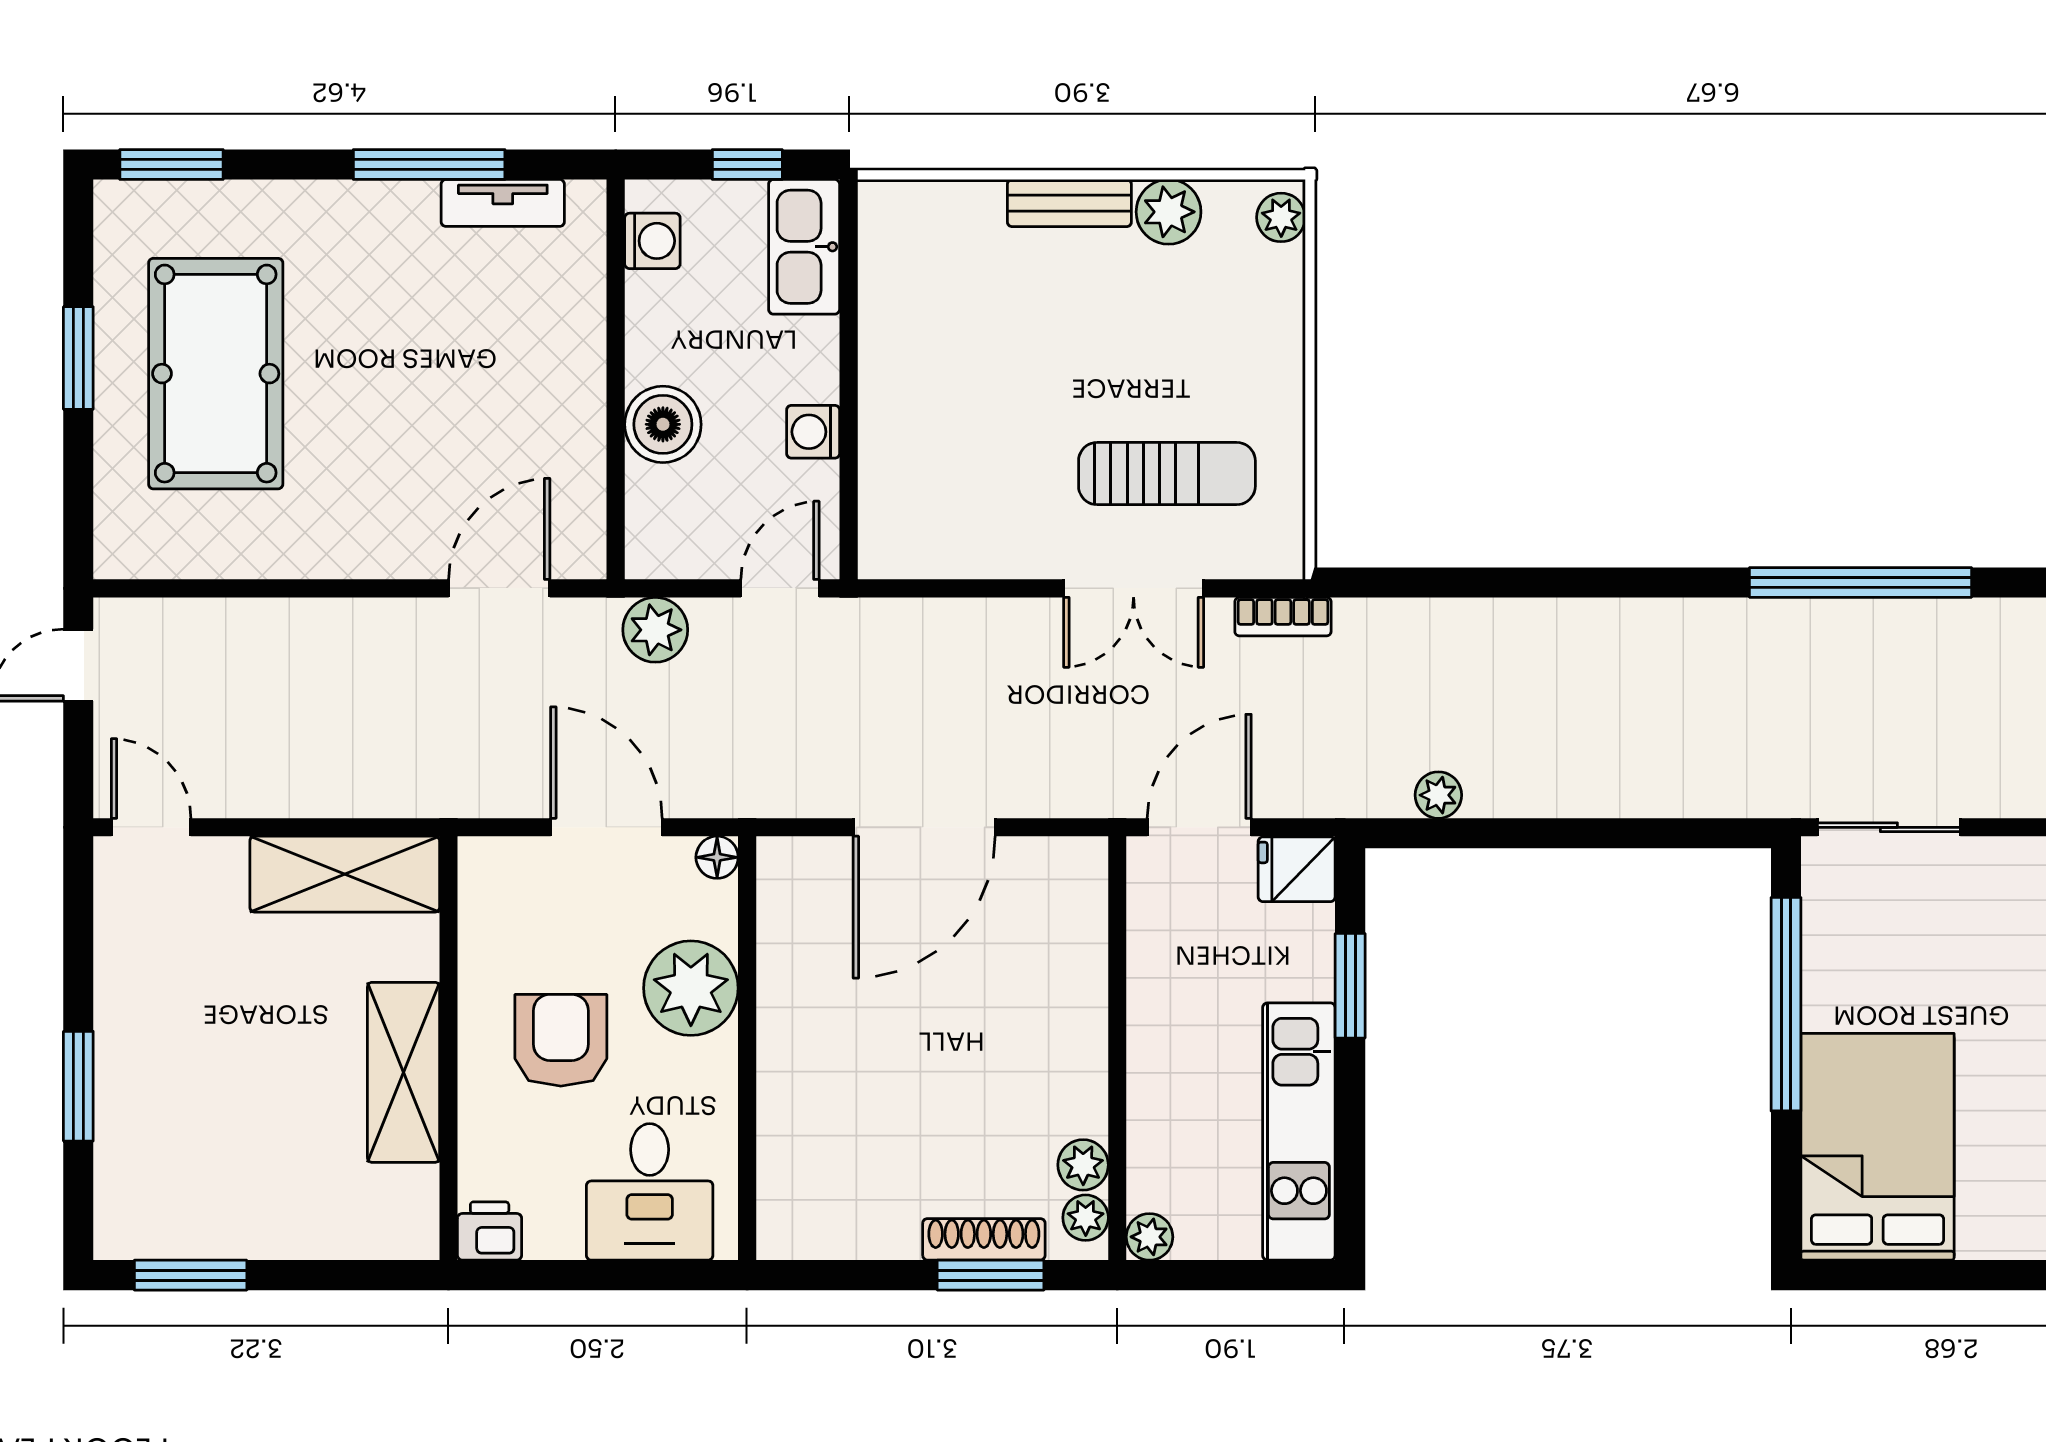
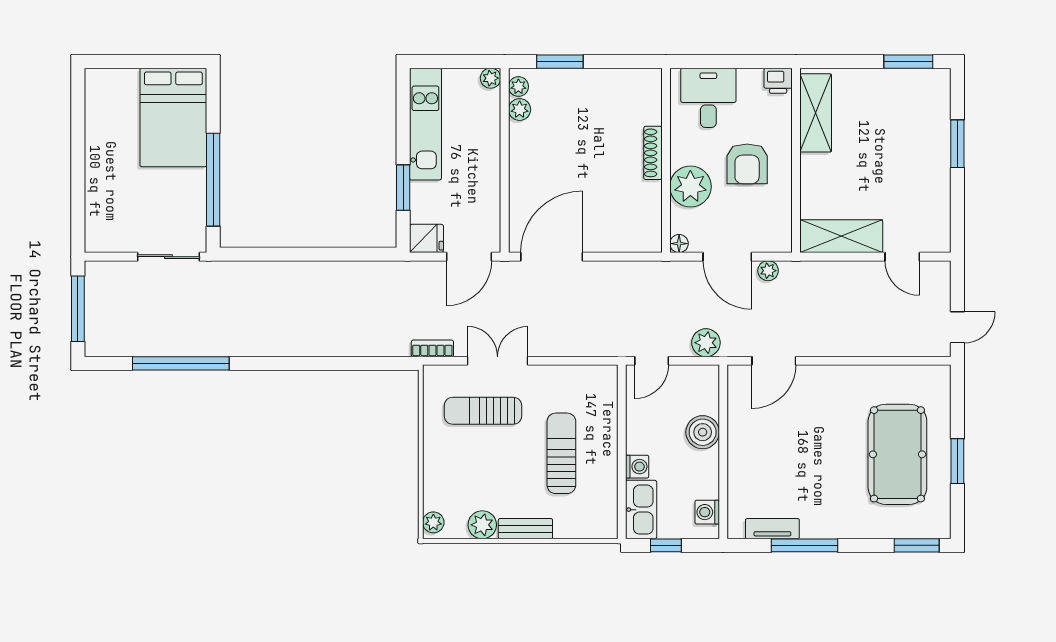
sun lounger: (987, 376) -> (561, 453), added
washing machine: (813, 432) -> (637, 467), moved
plant: (1438, 795) -> (768, 271), moved
door: (151, 827) -> (902, 257), moved
door: (924, 827) -> (552, 257), moved
shelving: (404, 1072) -> (816, 113), moved
shoe rack: (984, 1239) -> (653, 153), moved, turned 90

